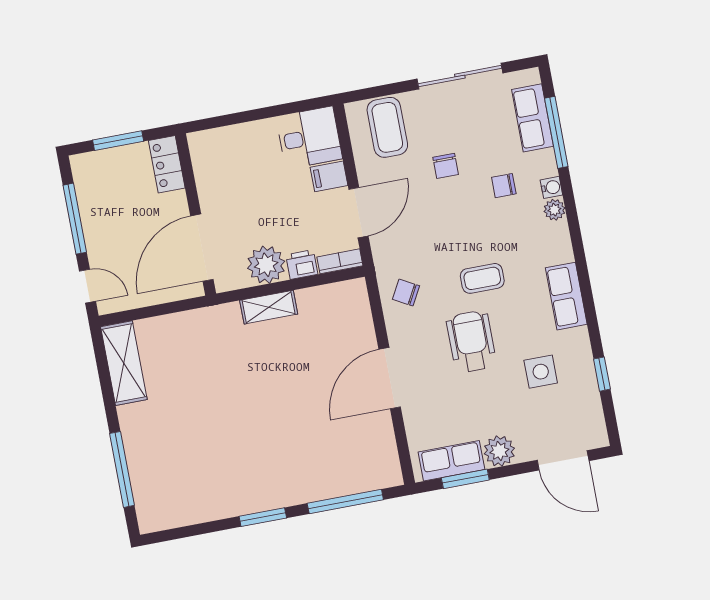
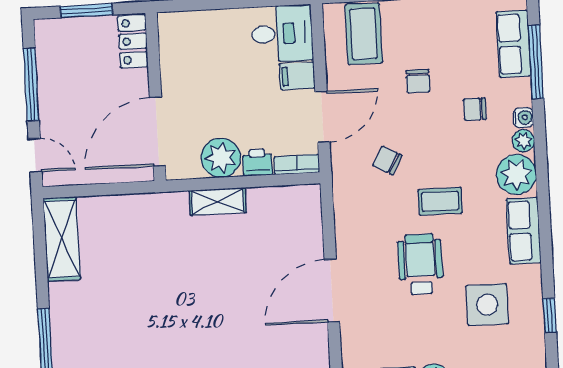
plant: (552, 243) -> (516, 174), added
chair: (406, 293) -> (387, 161), moved
side table: (541, 372) -> (487, 305), width x1.37, depth x1.37

